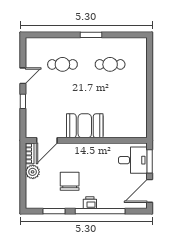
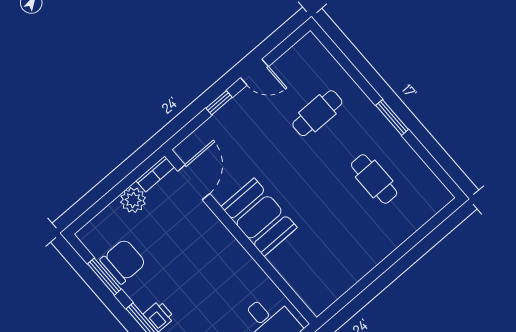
cafe table: (62, 64) -> (317, 113), turned 90
door: (47, 140) -> (194, 182), swing flipped
chair: (70, 181) -> (123, 261), moved

